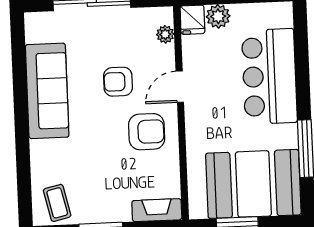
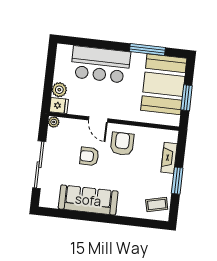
plant: (165, 34) -> (54, 122), moved
armchair: (118, 82) -> (89, 156), turned 90
fireplace: (157, 210) -> (169, 158), moved

